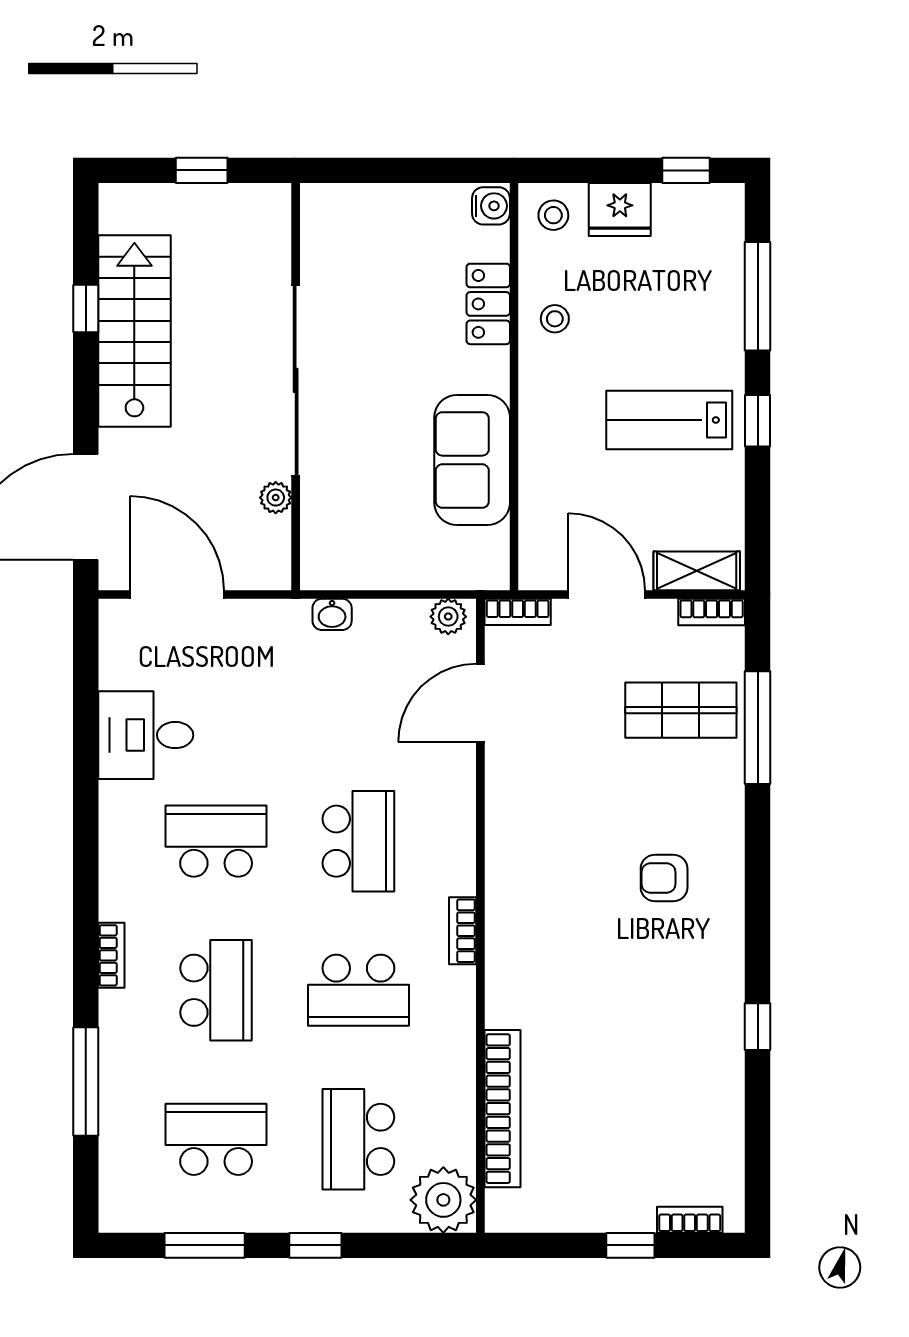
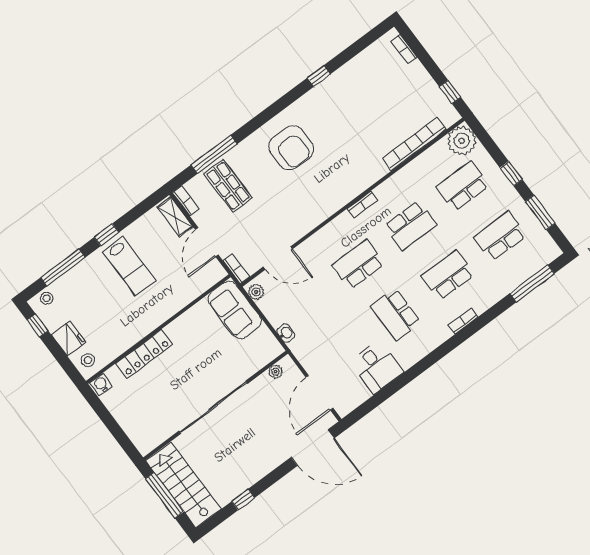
window: (202, 170) -> (164, 495), width x2.17
locker: (488, 304) -> (144, 354), width x1.53
stool: (555, 319) -> (47, 298), moved
stairs: (134, 331) -> (183, 485), moved, turned 90
sofa: (472, 460) -> (235, 310), moved, turned 90
plant: (276, 498) -> (275, 372), moved
armchair: (664, 878) -> (291, 148), width x1.88, depth x1.88
school desk: (358, 990) -> (411, 225), turned 90
window: (86, 1082) -> (532, 283), moved
school desk: (216, 1139) -> (500, 236), turned 90
school desk: (358, 1139) -> (463, 186), turned 180
window: (630, 1245) -> (450, 92), moved

